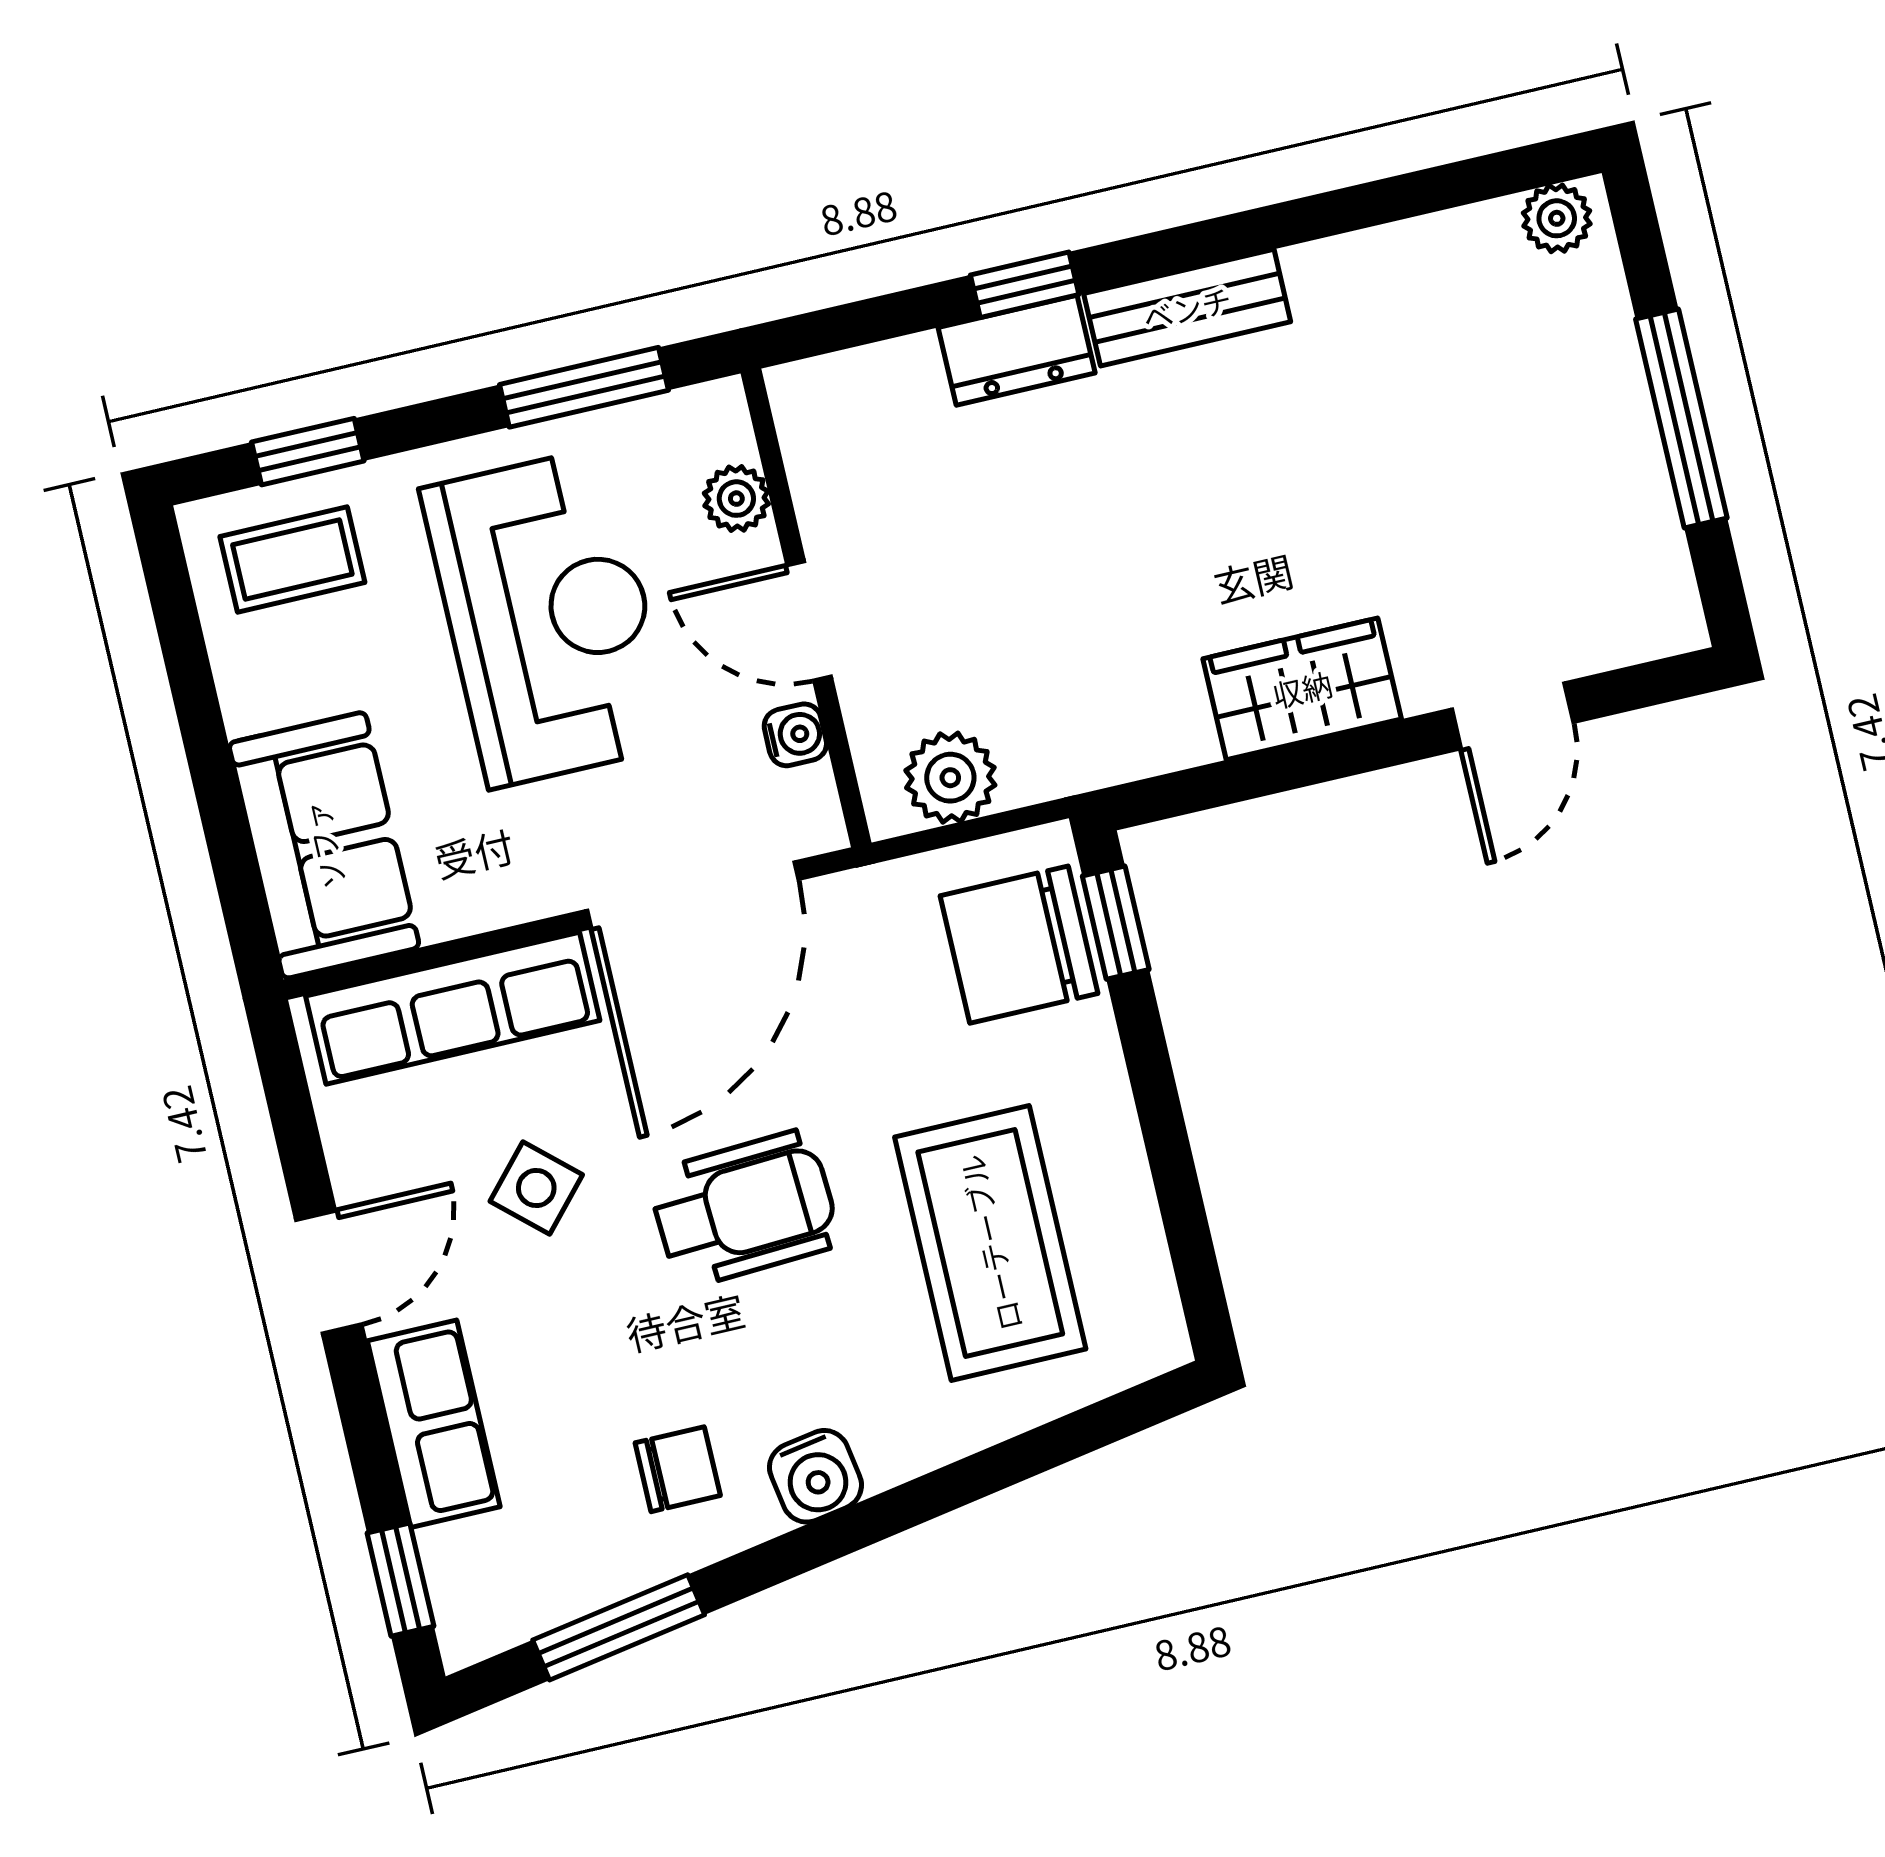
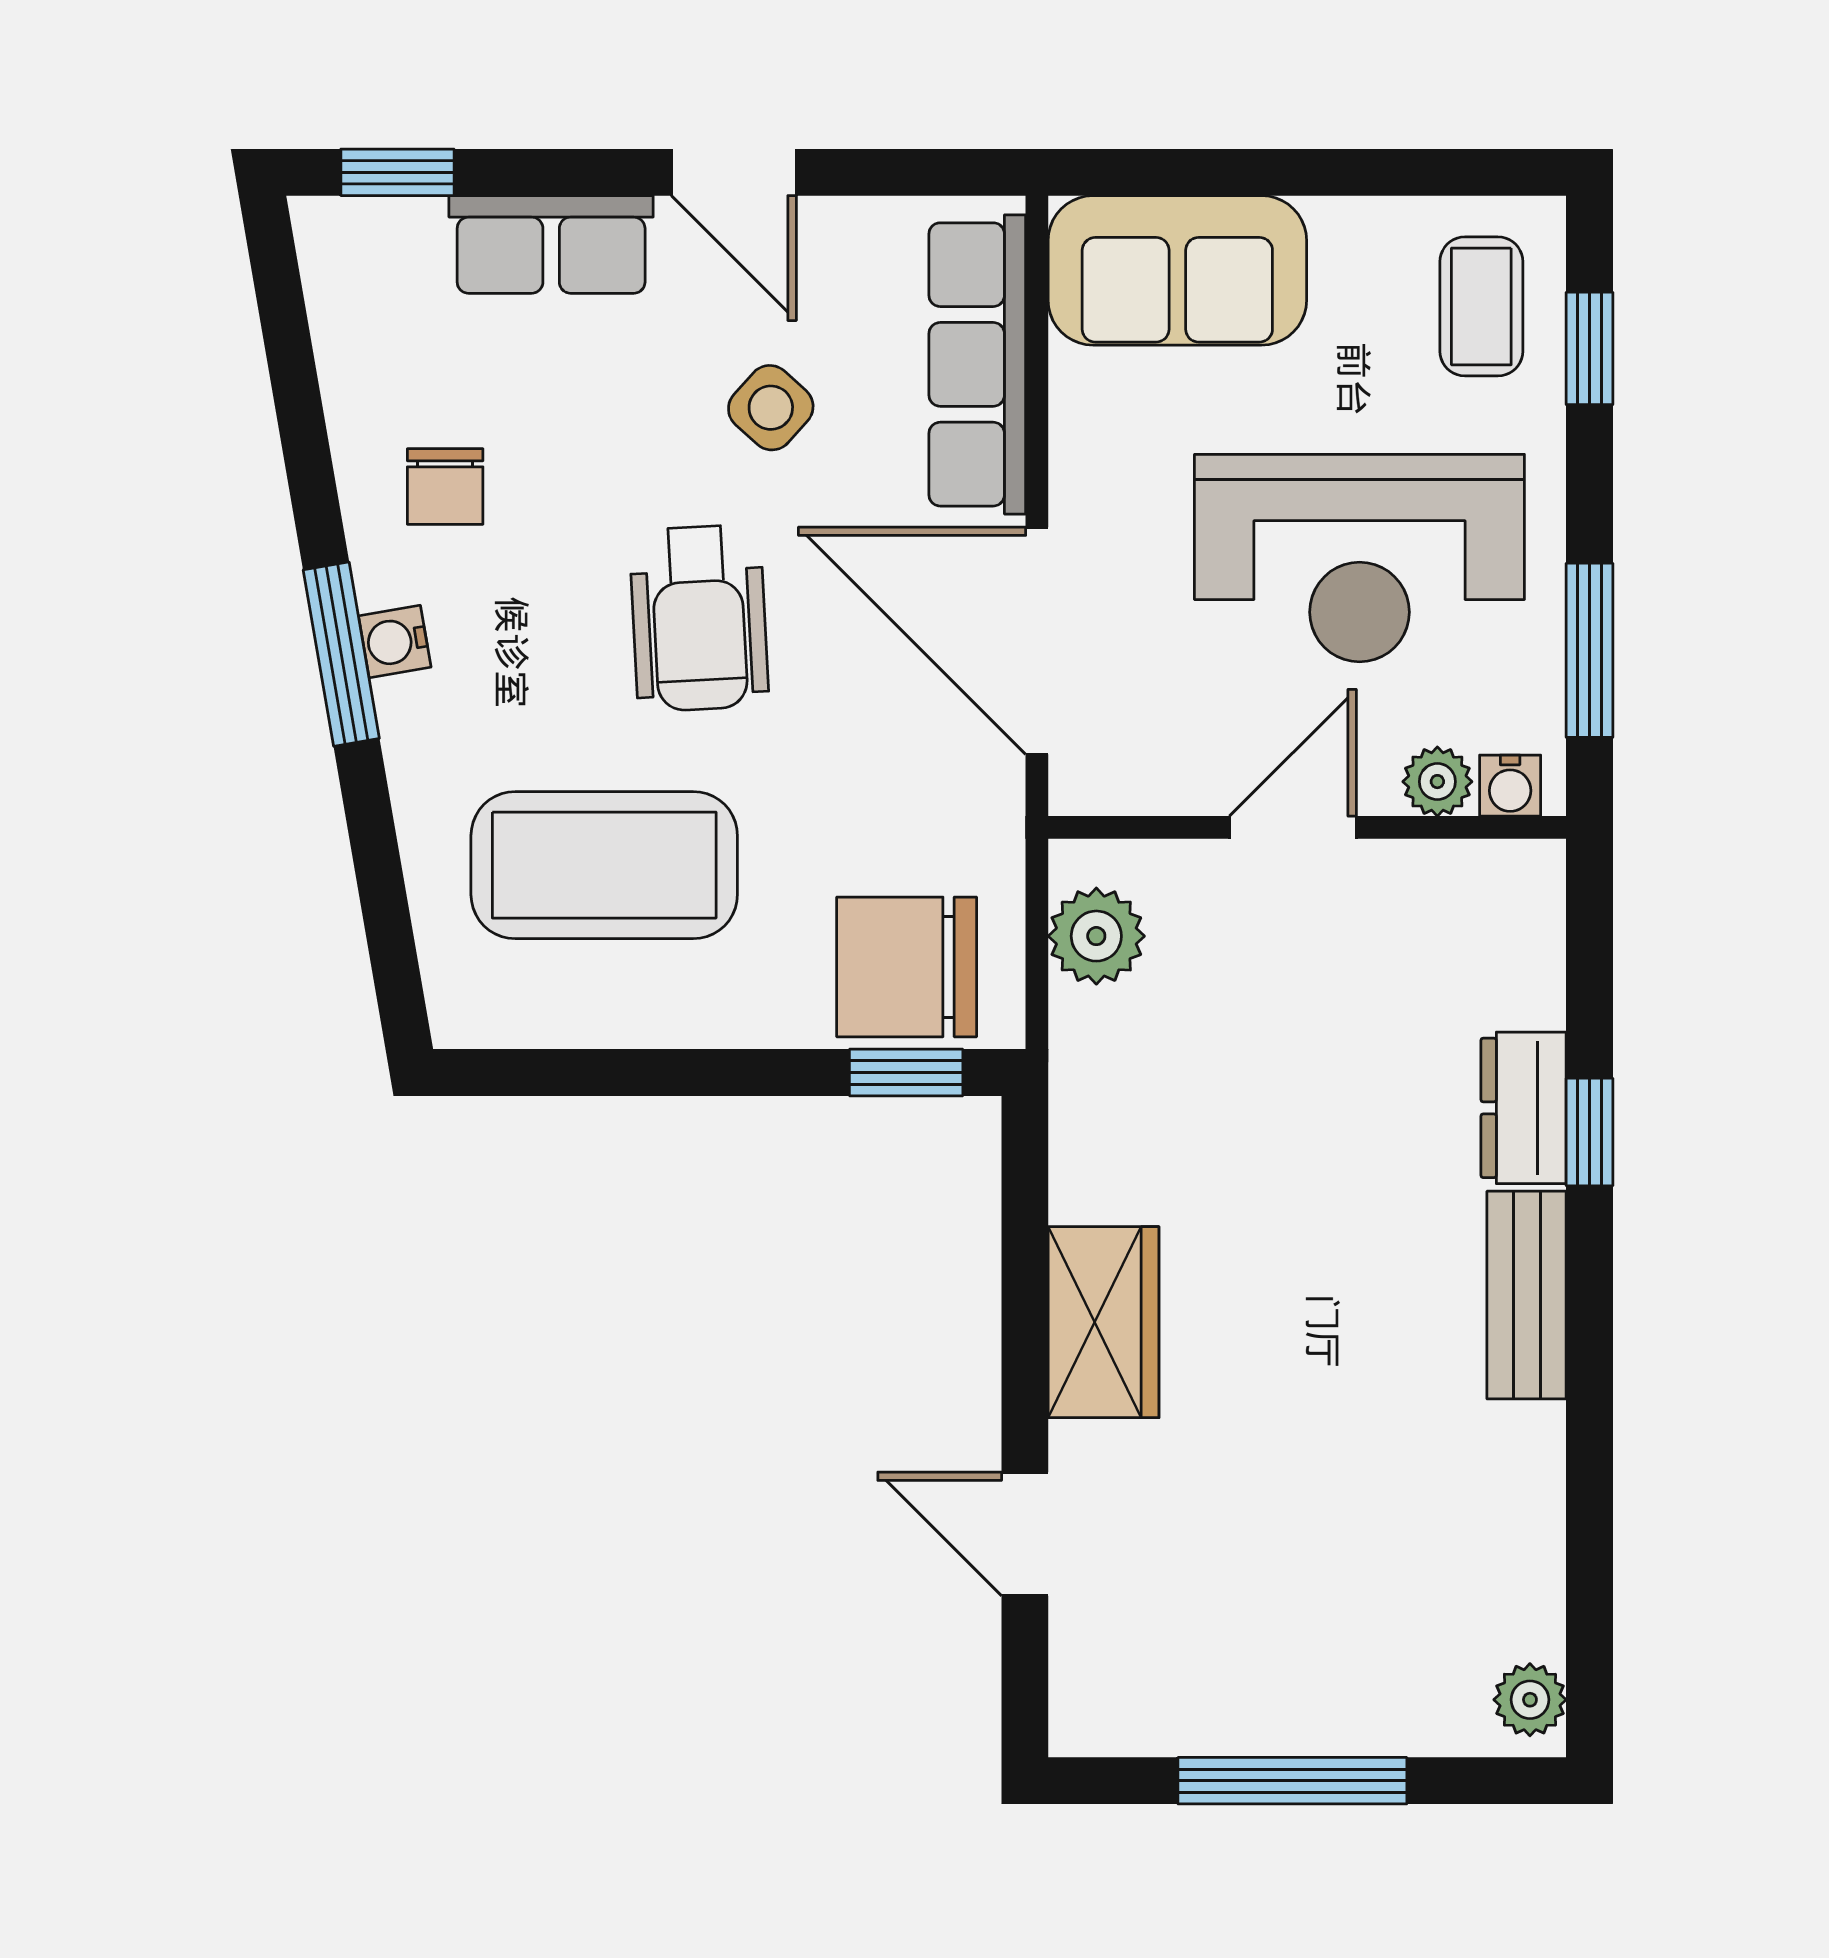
water cooler: (795, 735) -> (1510, 786), moved
chair: (1019, 945) -> (907, 967), turned -90
water cooler: (815, 1476) -> (395, 642), width x0.72, depth x0.72
window: (619, 1627) -> (341, 654), moved

